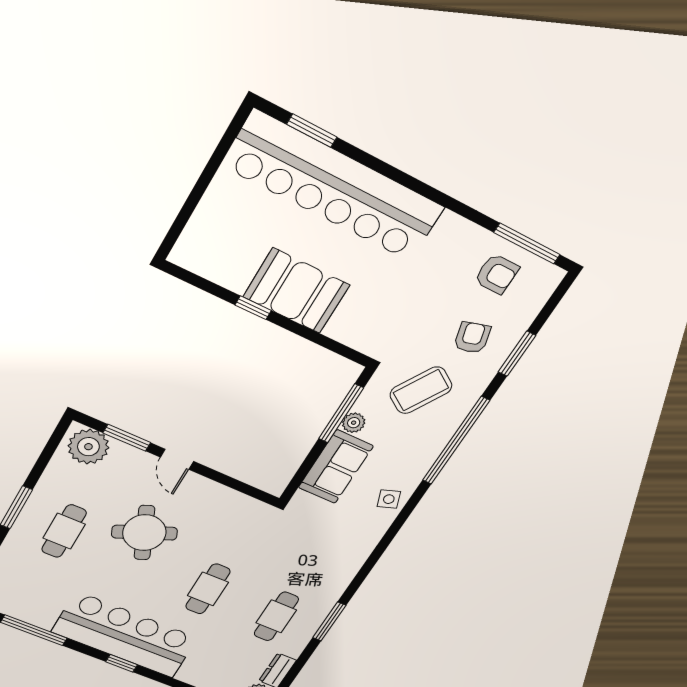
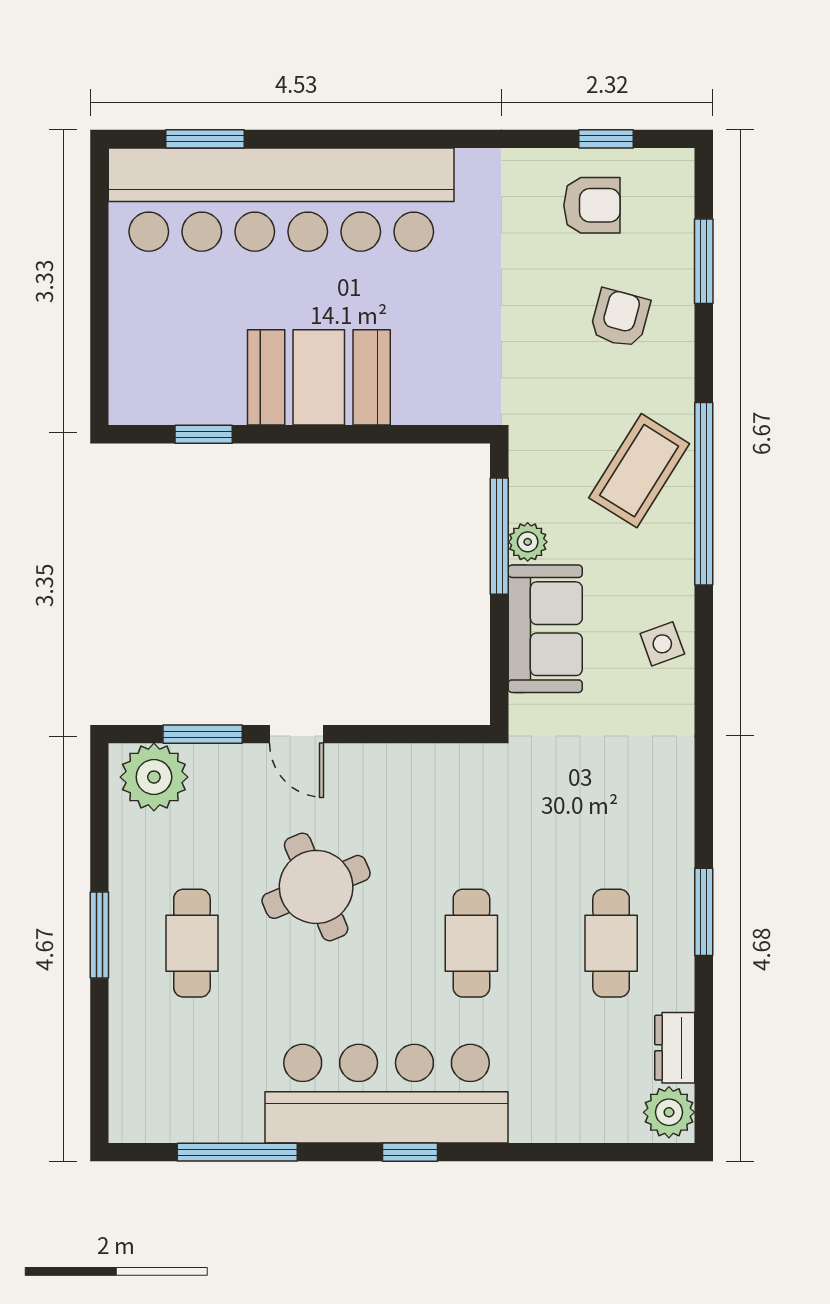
window: (527, 244) -> (606, 139), width x0.46
window: (253, 308) -> (204, 434), moved
armchair: (472, 338) -> (620, 318), turned 31
window: (517, 354) -> (704, 261), moved
coffee table: (421, 390) -> (639, 471), moved

